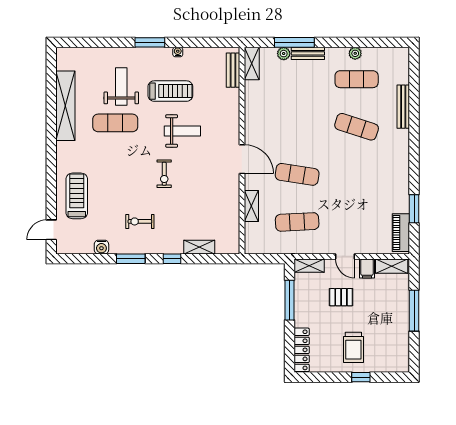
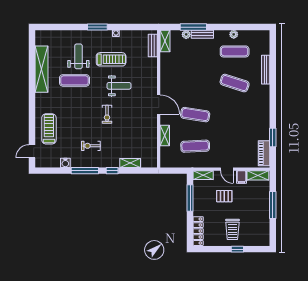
window: (131, 259) -> (85, 171), width x1.44

